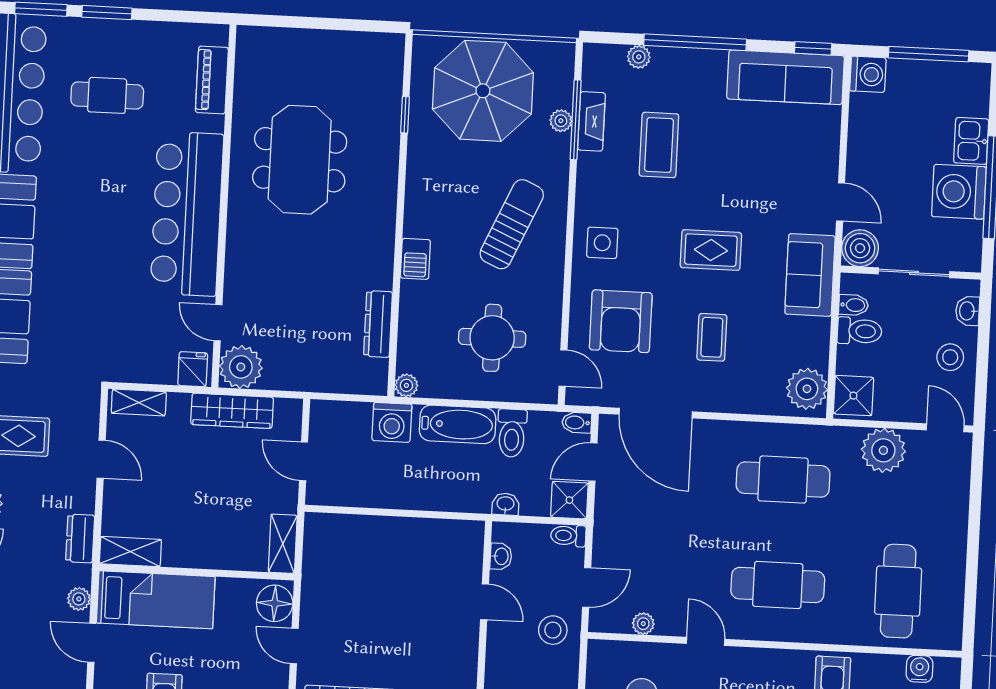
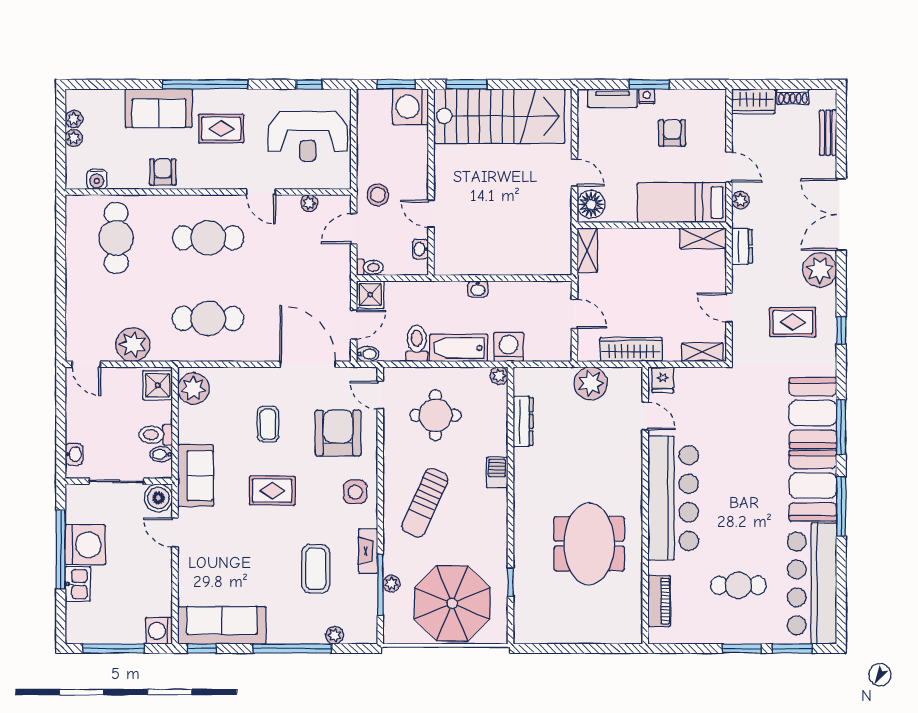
fireplace: (591, 121) -> (368, 551), moved
stool: (950, 357) -> (85, 418), removed
plant: (241, 367) -> (591, 383), moved
washbasin: (505, 504) -> (478, 289), moved

